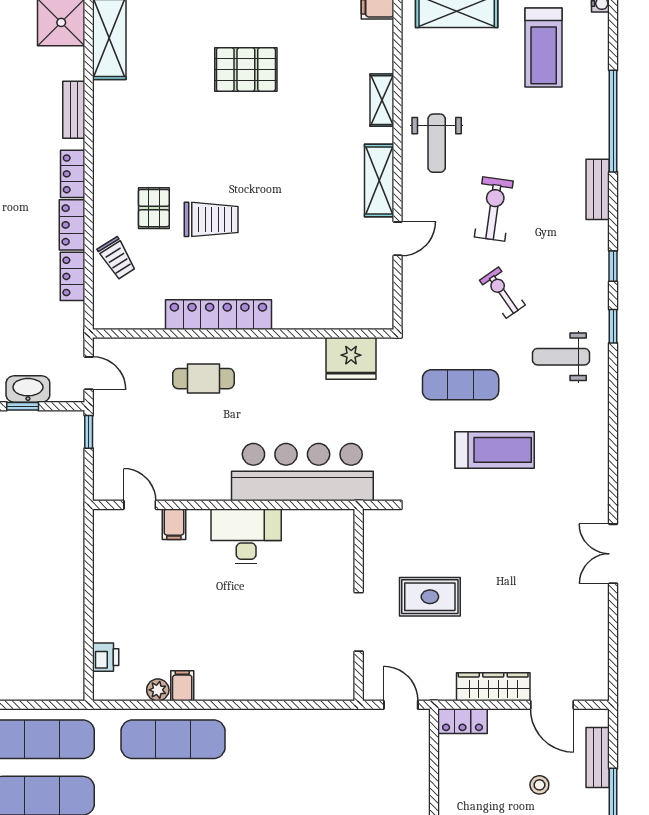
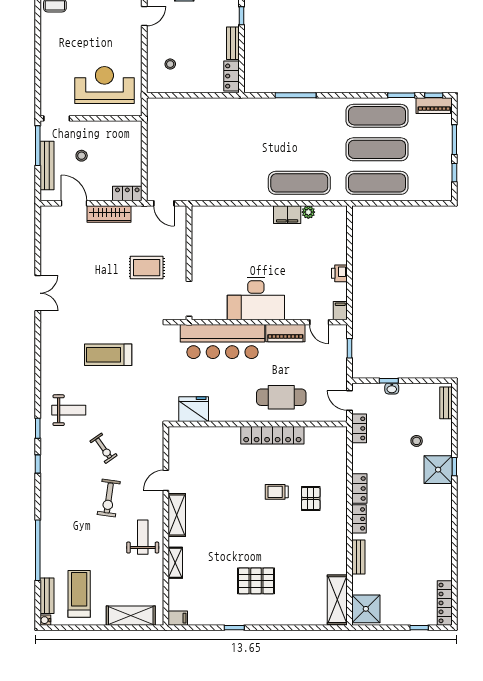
bench: (598, 189) -> (47, 596), moved
trolley: (211, 219) -> (277, 492), width x0.73, depth x0.72
trolley: (117, 258) -> (333, 469), removed
locker: (72, 276) -> (359, 428), moved
cafe table: (203, 379) -> (281, 397), width x1.37, depth x1.35
exercise mat: (461, 385) -> (128, 394), removed
washbasin: (28, 389) -> (392, 389), width x0.52, depth x0.69
window: (89, 432) -> (350, 348), moved
piano: (197, 486) -> (285, 333), added
filing cabinet: (174, 524) -> (340, 311), moved
desk: (246, 536) -> (256, 299), width x1.36, depth x1.30
doorway: (359, 622) -> (189, 299), moved
printer: (106, 657) -> (339, 273), moved
filing cabinet: (182, 686) -> (287, 215), width x2.00
bench: (598, 757) -> (47, 166), width x1.36

